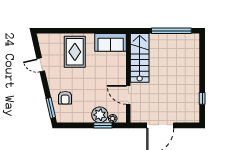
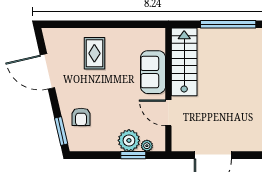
sofa: (111, 42) -> (153, 72), moved, turned 90
rug: (75, 52) -> (94, 53), width x0.73, depth x0.70
door: (41, 65) -> (47, 71), width x1.87

